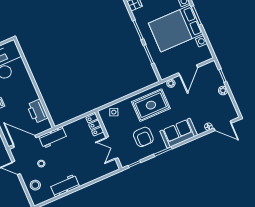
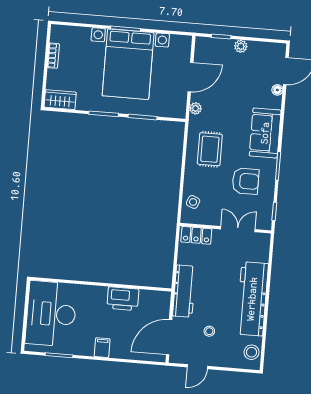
door: (188, 70) -> (190, 77), hinge flipped
rug: (151, 105) -> (210, 149), width x0.73, depth x0.70
printer: (37, 111) -> (123, 299), moved
workbench: (53, 137) -> (184, 291), width x1.38
double door: (112, 148) -> (238, 229), swing flipped
stool: (35, 185) -> (252, 352), moved
workbench: (65, 186) -> (252, 299), width x1.88, depth x1.32

